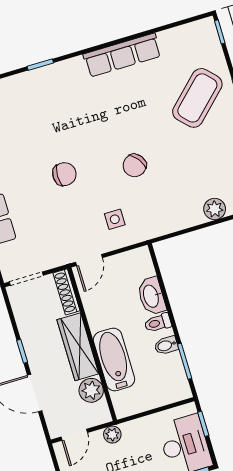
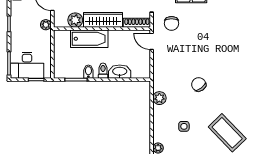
chair: (64, 174) -> (172, 23), moved
plant: (215, 209) -> (159, 98), moved
side table: (115, 219) -> (184, 126), moved

